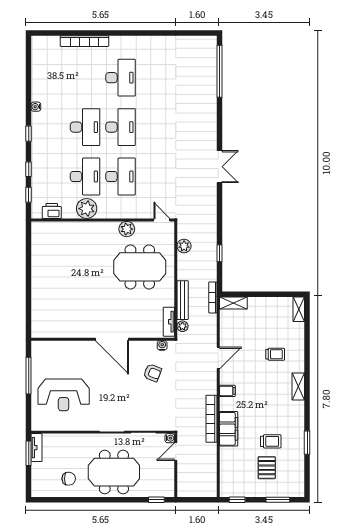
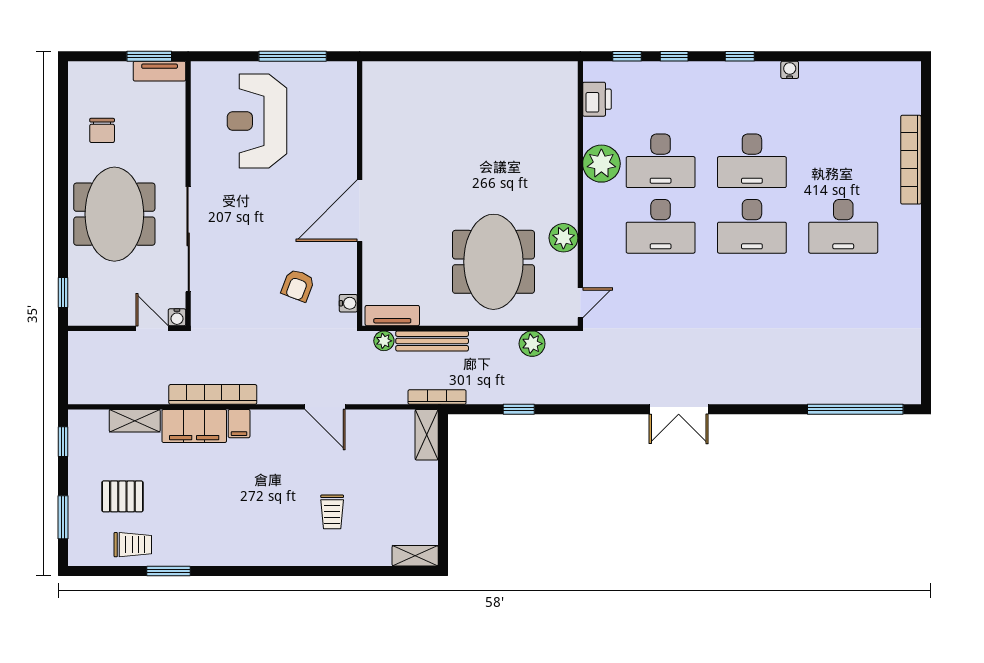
shelving: (298, 386) -> (135, 421), moved
filing cabinet: (227, 391) -> (239, 424), moved
trolley: (271, 441) -> (133, 545), moved, turned -90

